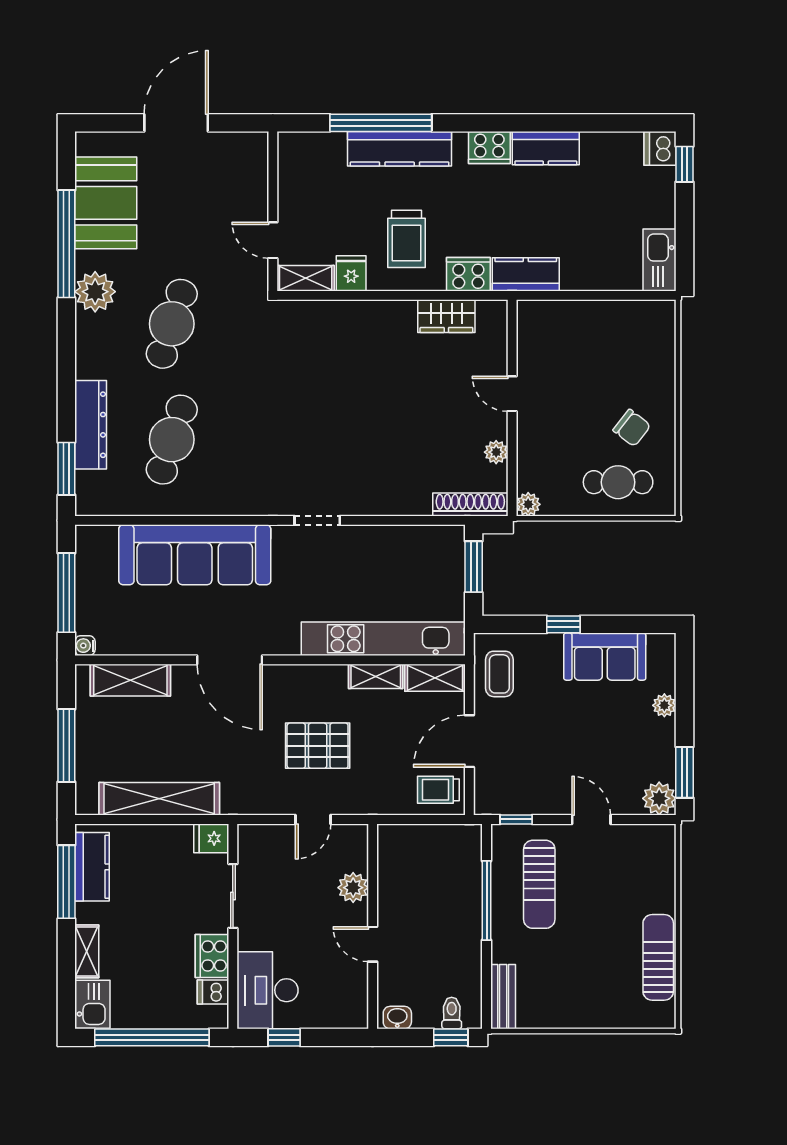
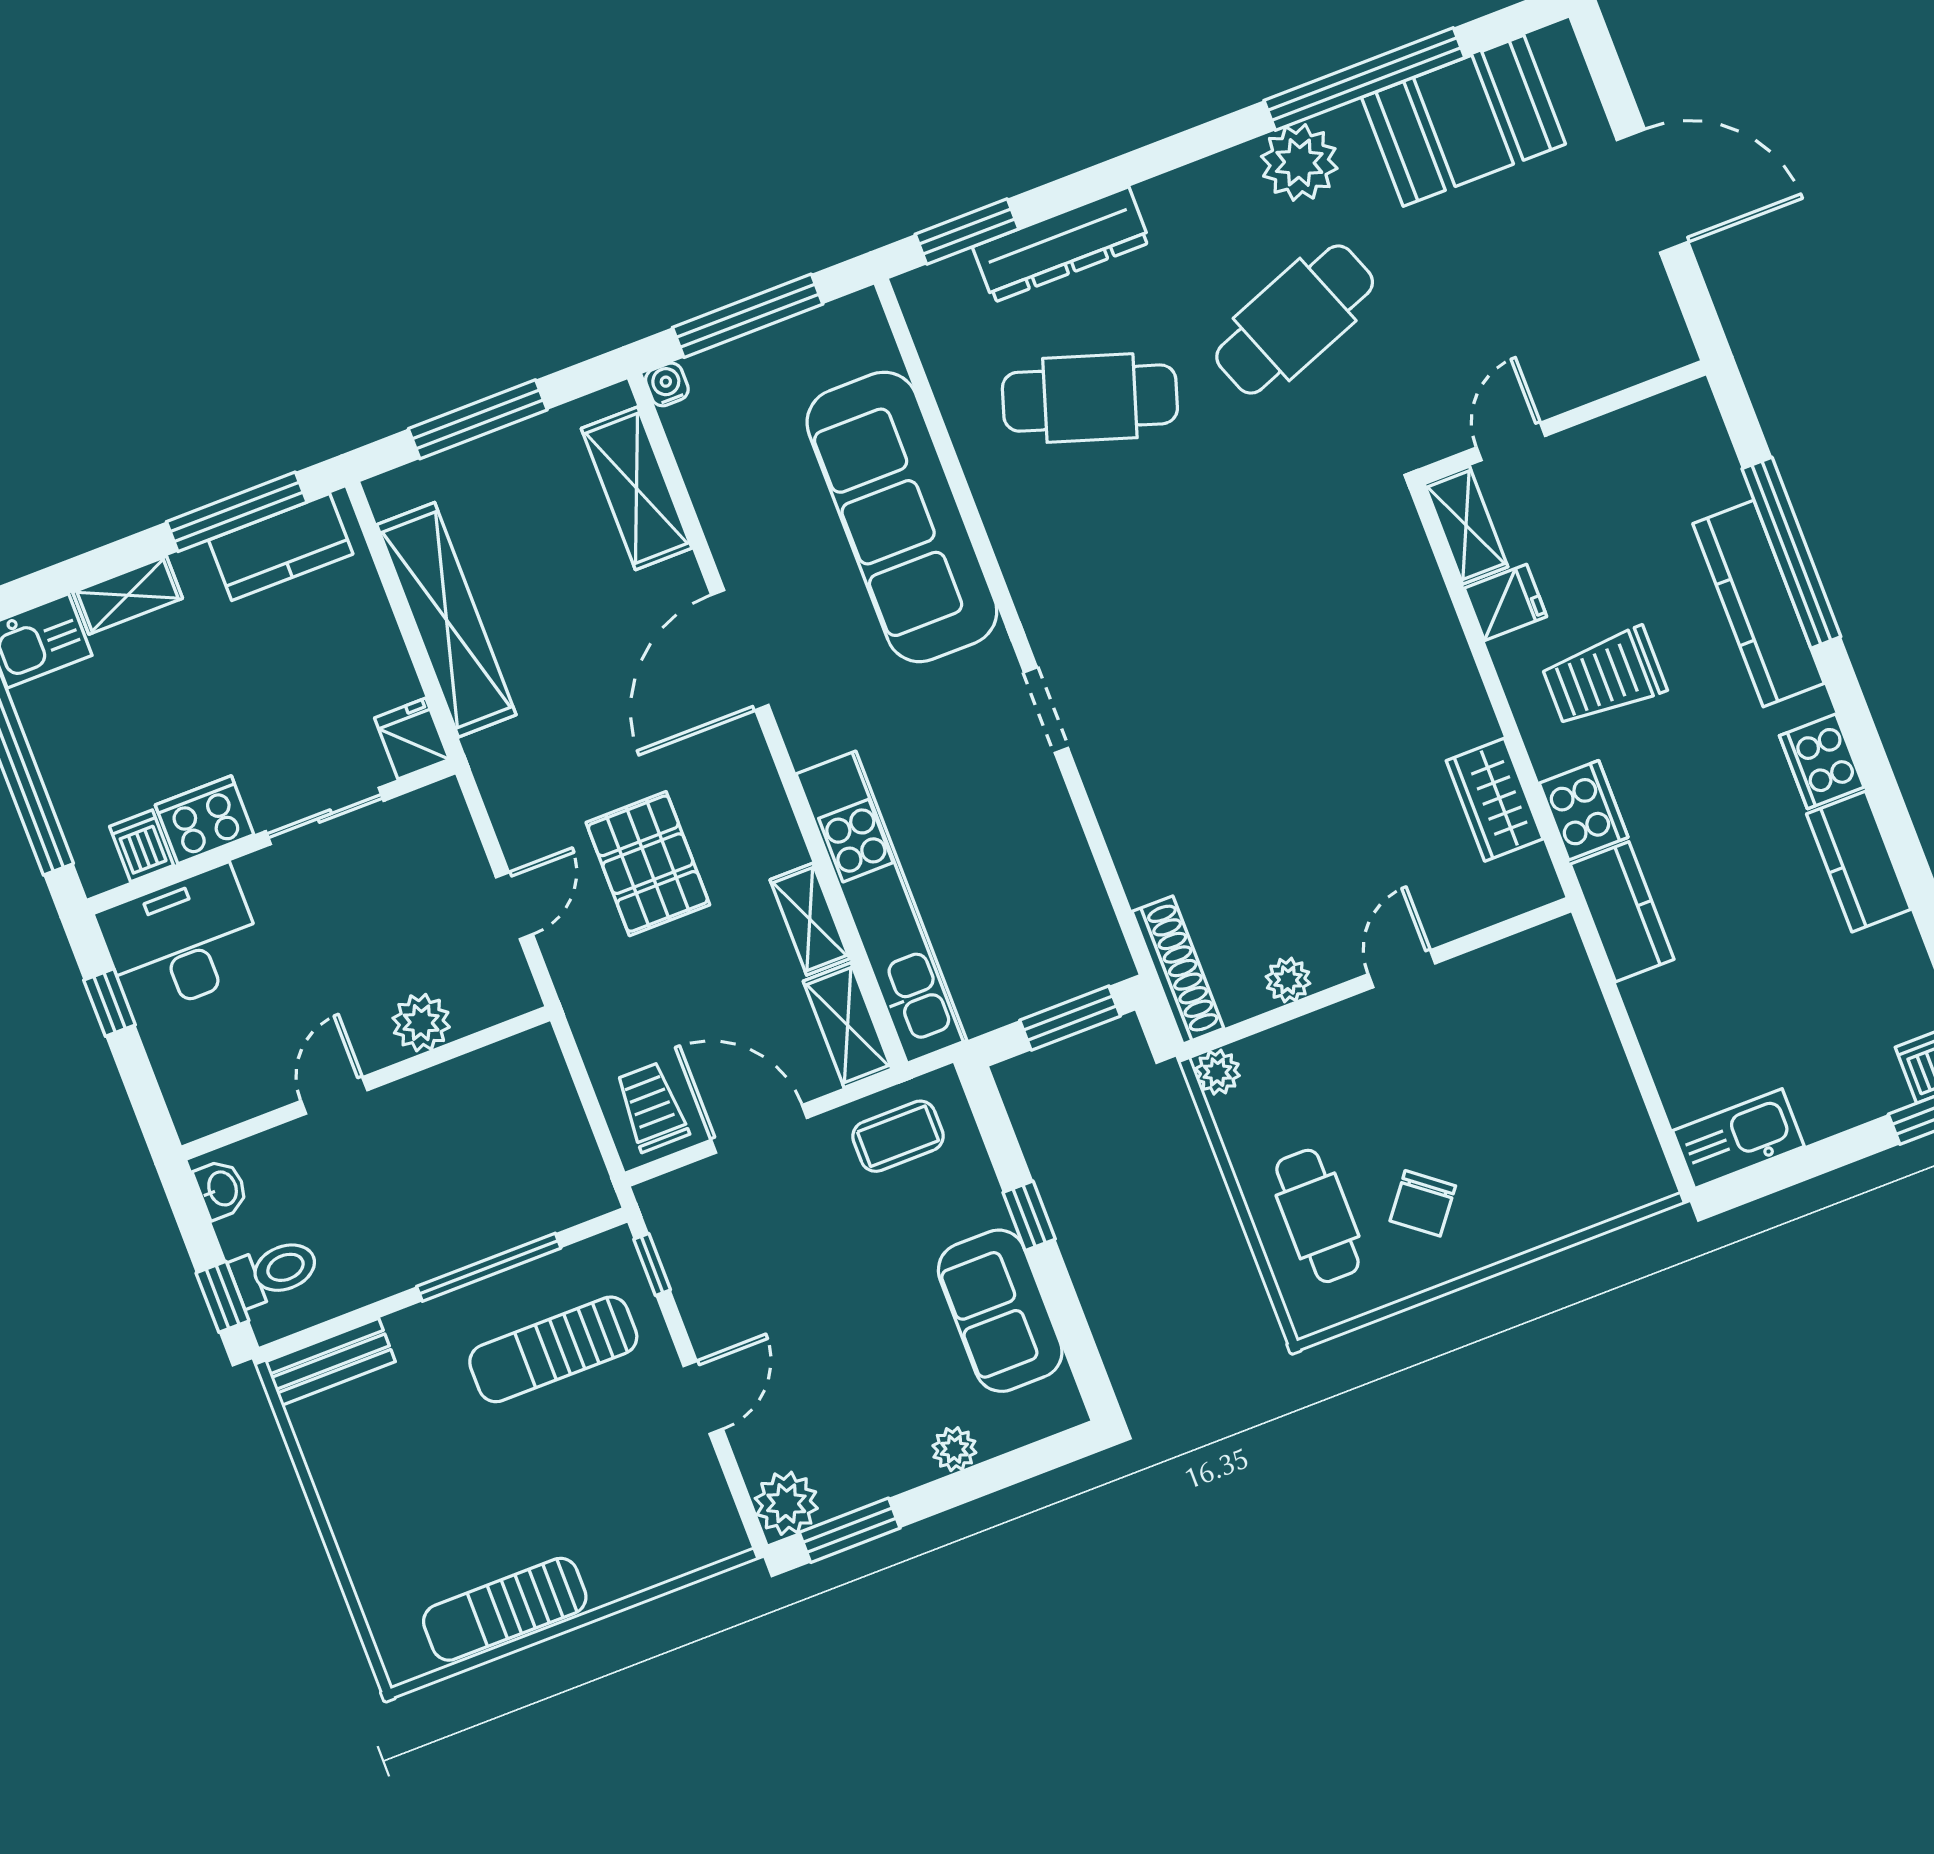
cafe table: (172, 324) -> (1295, 320), turned -39
door: (313, 819) -> (514, 906), swing flipped
sun lounger: (658, 957) -> (505, 1609), turned 180
toilet: (452, 1013) -> (275, 1272), width x1.37, depth x1.39

